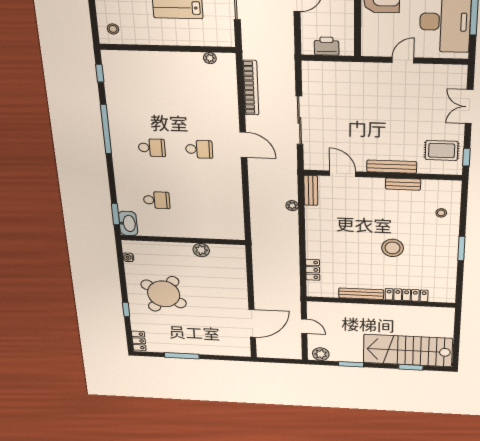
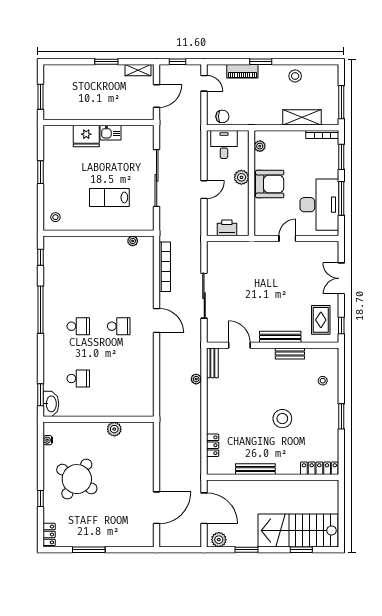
rug: (442, 151) -> (321, 320), turned 90
locker: (407, 295) -> (319, 468), moved
door: (304, 326) -> (204, 508), width x1.88

